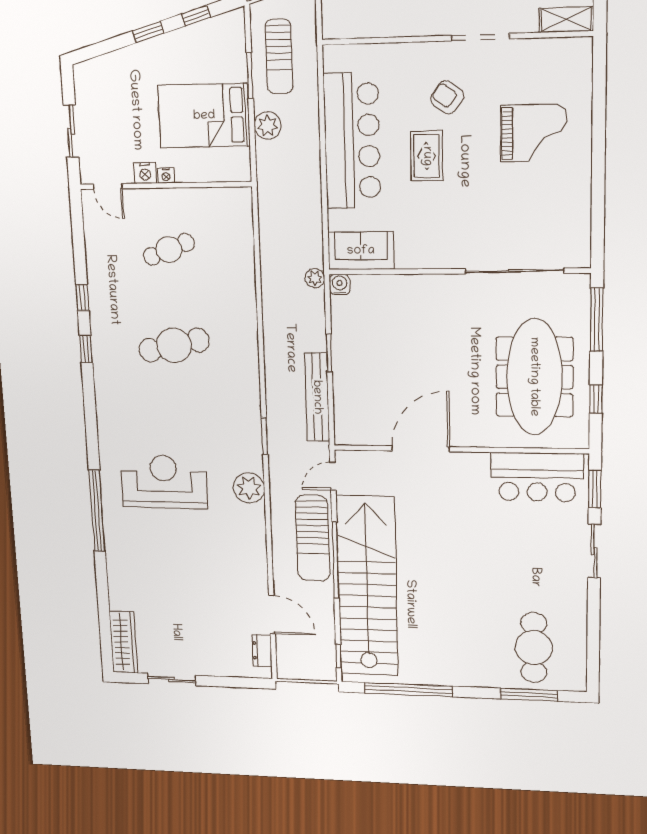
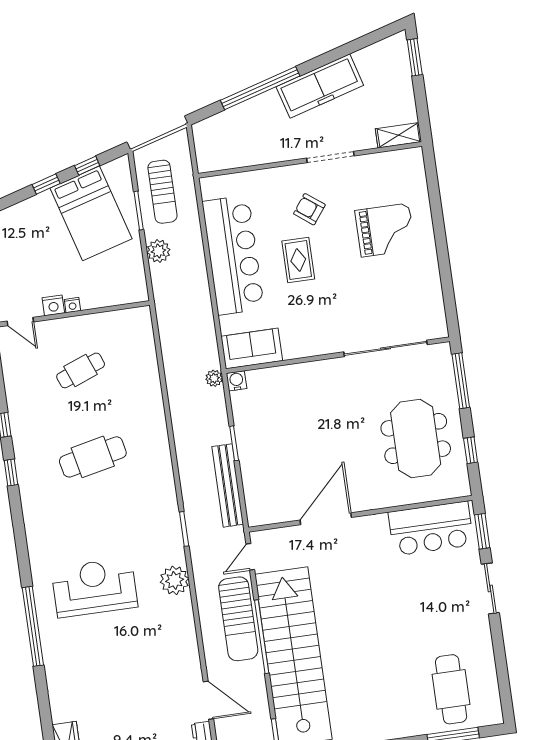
bed: (204, 116) -> (91, 213), moved, turned -106
meeting table: (534, 377) -> (416, 439), width x0.73

